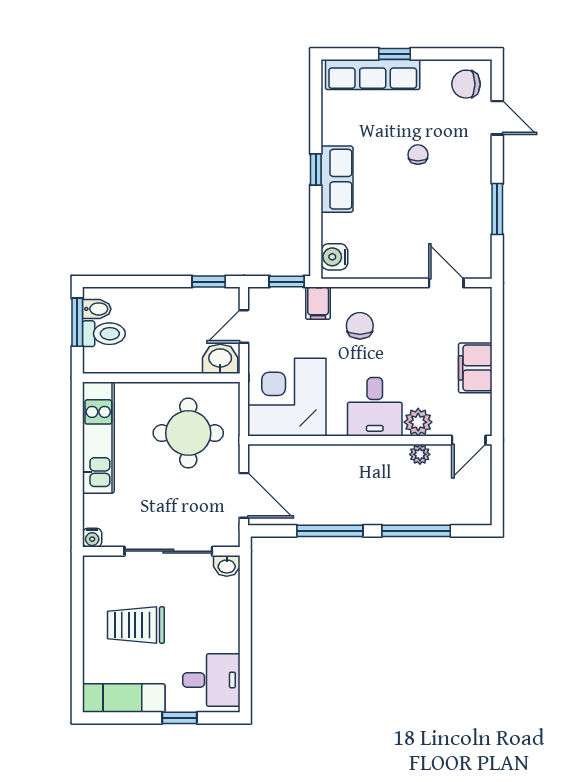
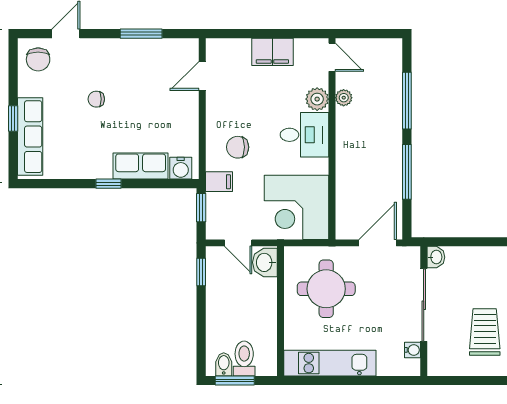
row of seats: (337, 179) -> (141, 166), moved
water cooler: (92, 538) -> (412, 350), moved
trolley: (136, 625) -> (485, 332), turned 180

